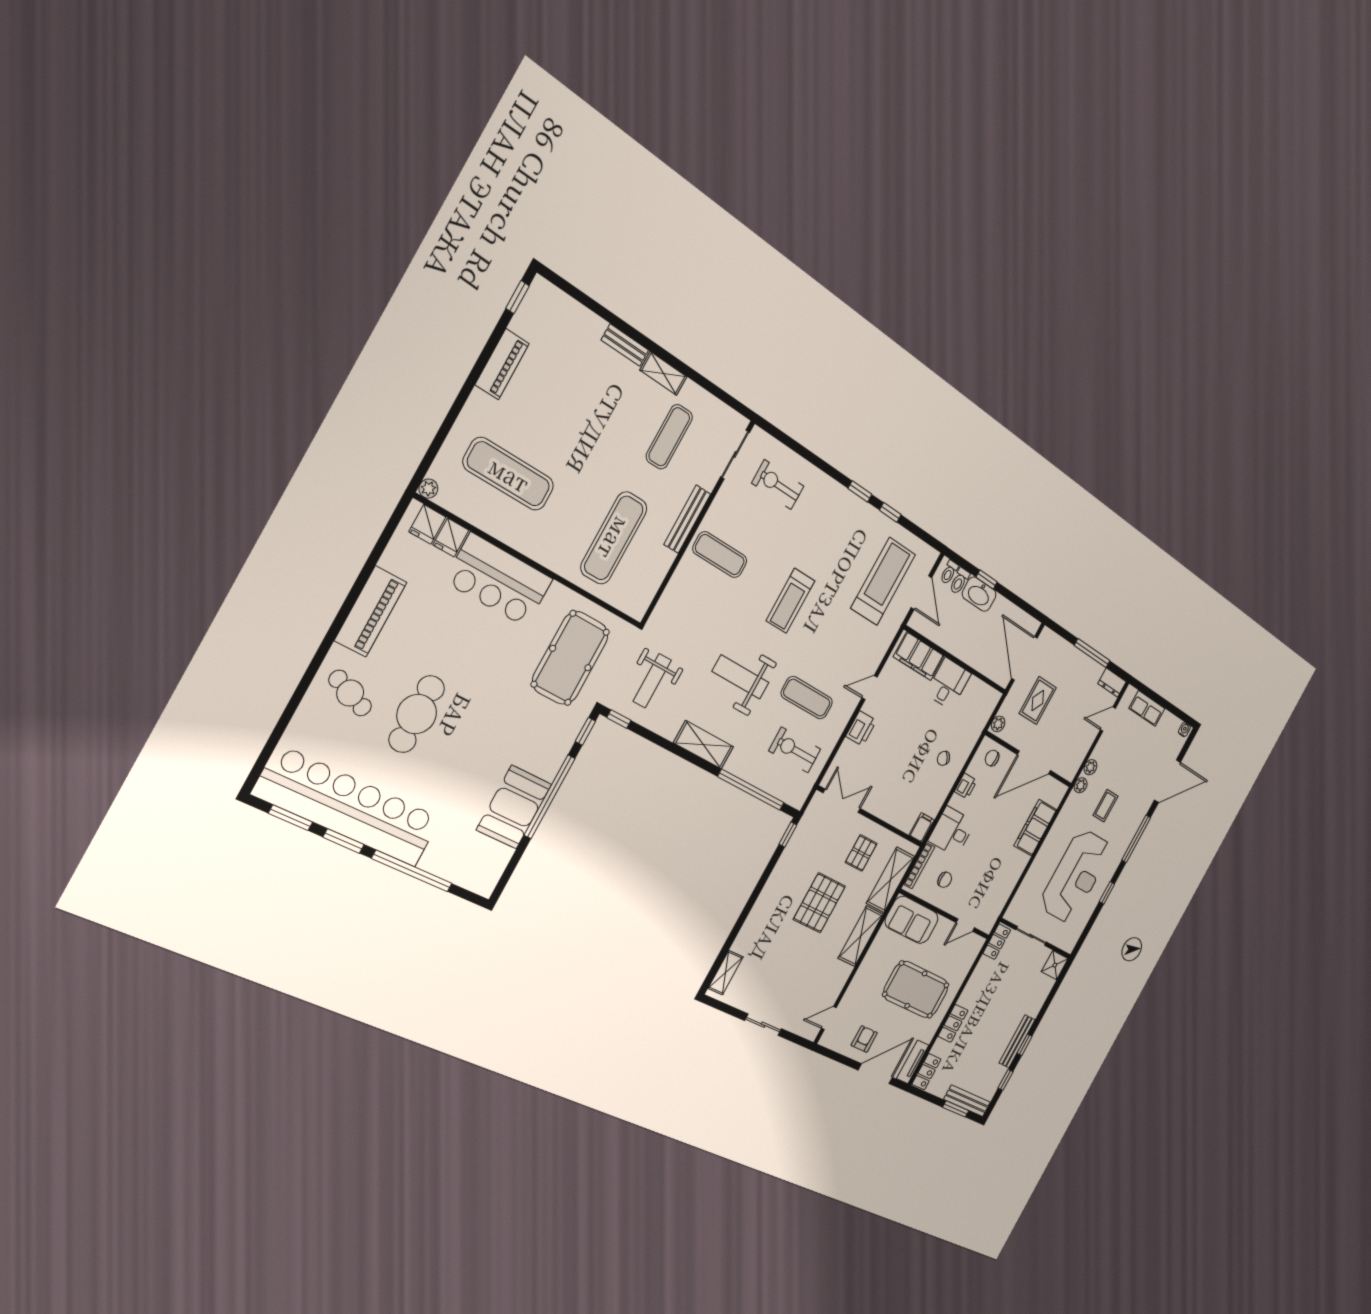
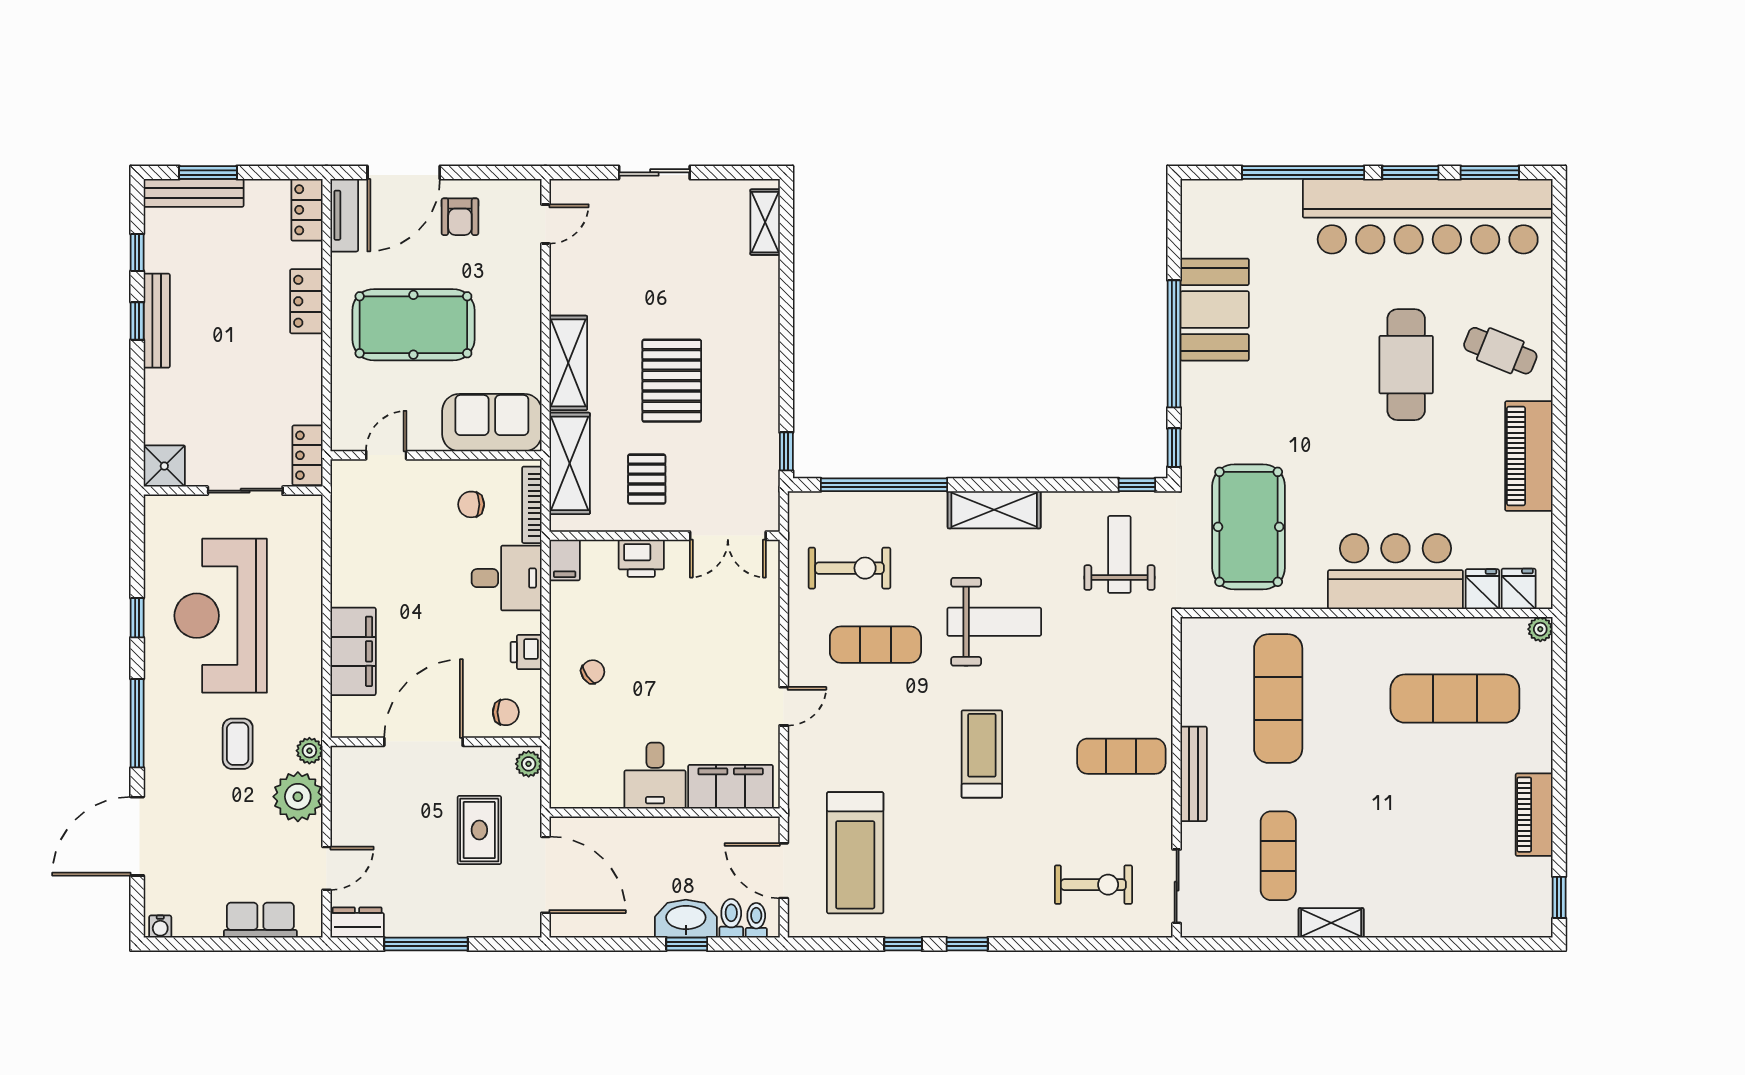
bench: (625, 345) -> (1399, 925), removed
printer: (861, 728) -> (641, 558), moved, turned -90
plant: (1090, 767) -> (298, 797), width x1.88, depth x1.88

